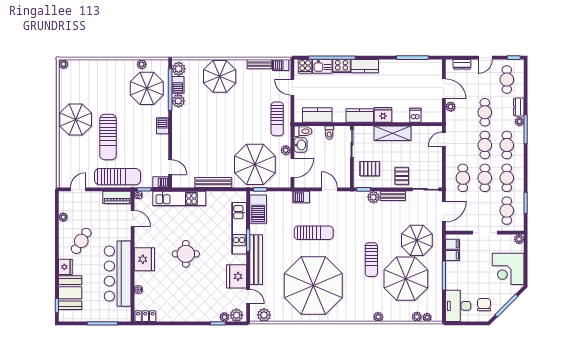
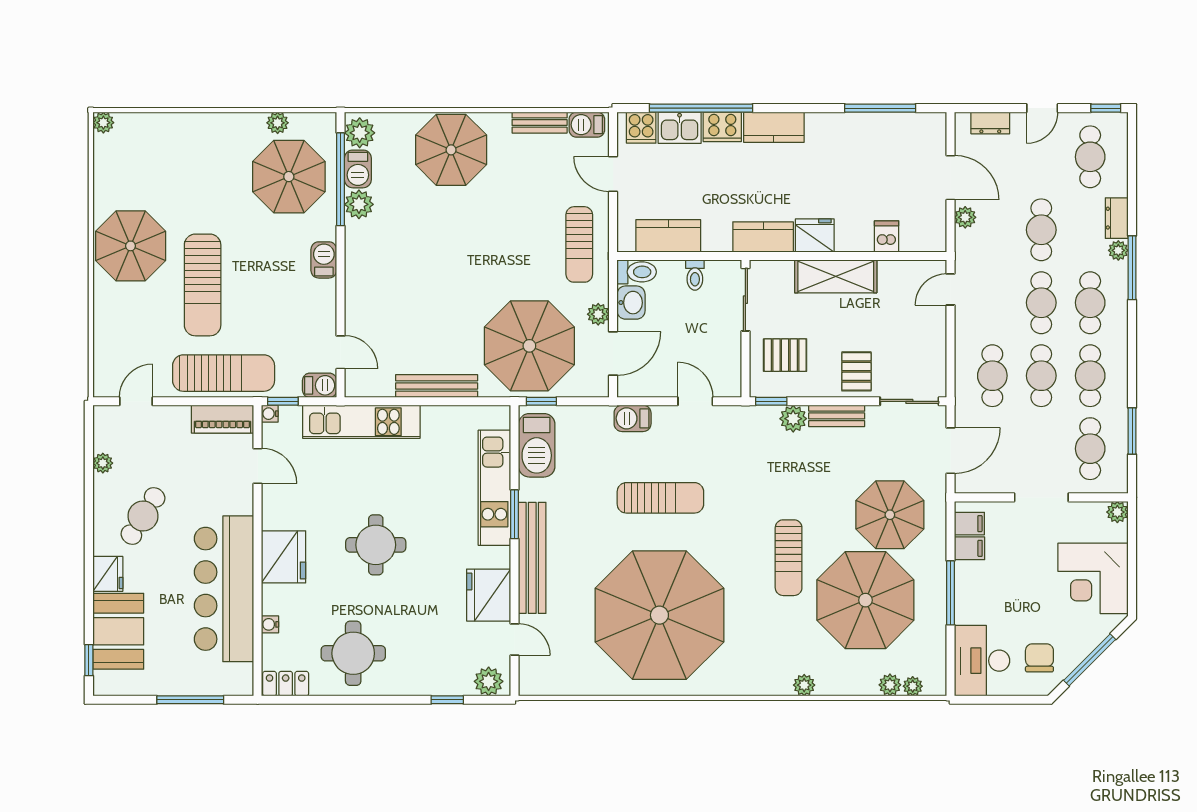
round table: (176, 303) -> (353, 653), added
plant: (264, 315) -> (550, 681), removed
plant: (224, 317) -> (462, 685), removed

